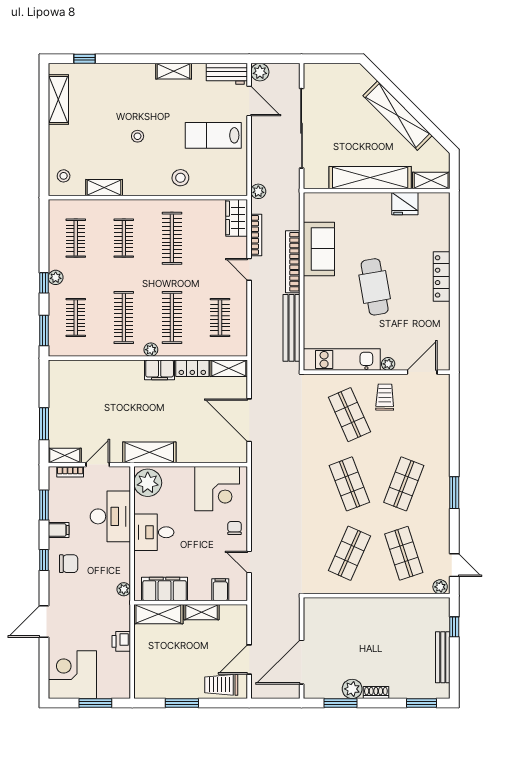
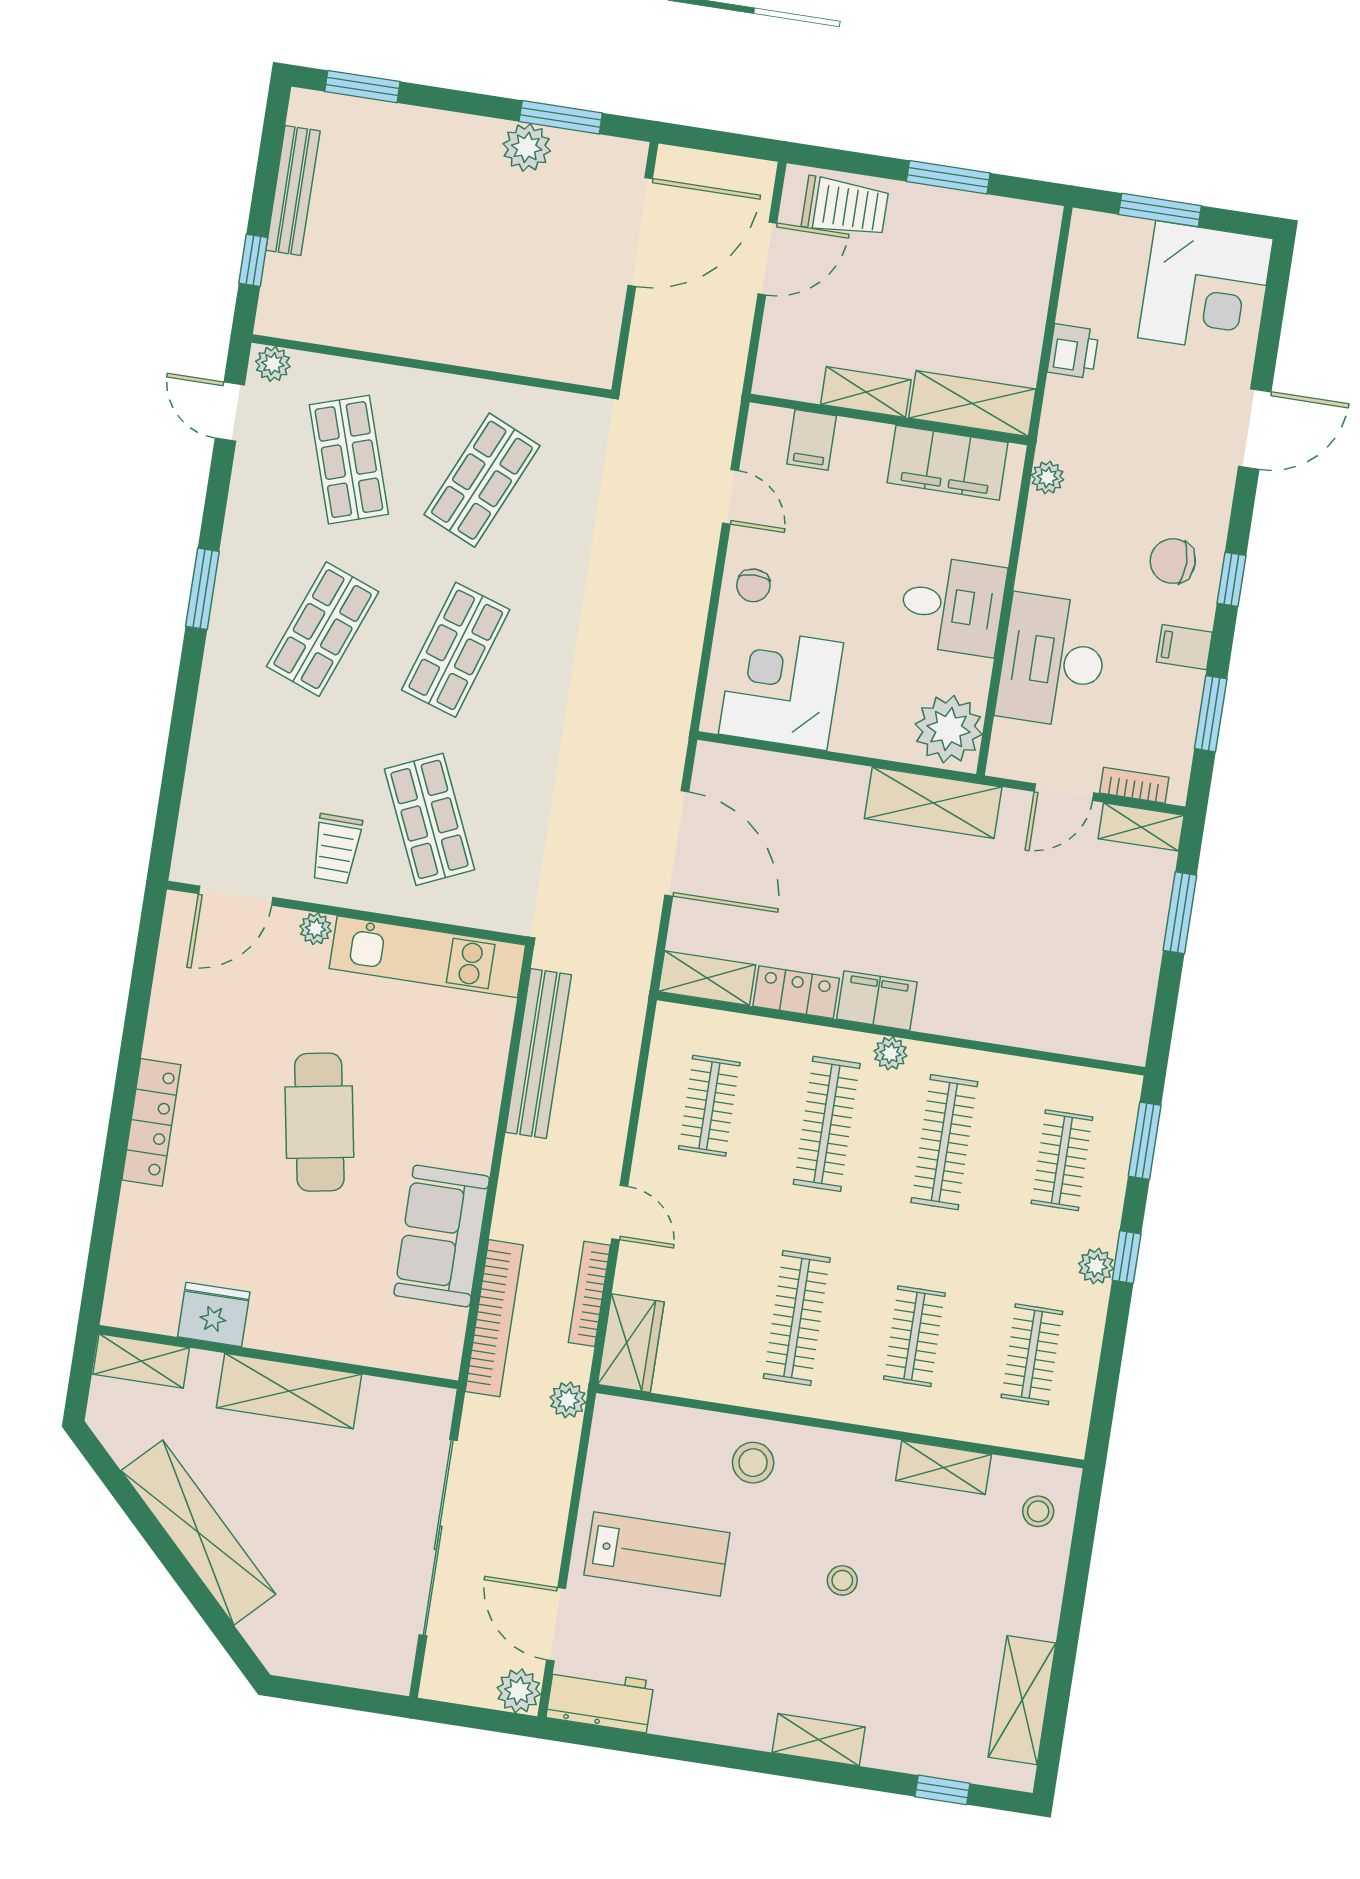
shelving: (174, 71) -> (819, 1740), moved
shelving: (370, 178) -> (289, 1391), width x0.68
bookcase: (293, 262) -> (494, 1318), moved
shop shelf: (349, 484) -> (456, 650), turned 39
shoe rack: (376, 693) -> (470, 129), removed

